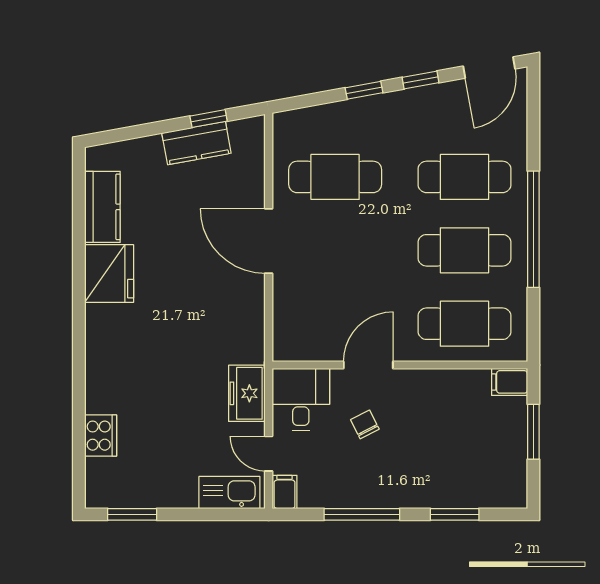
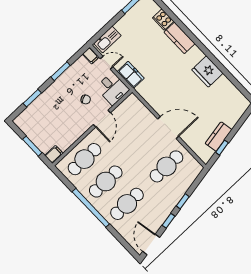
kitchen counter: (102, 207) -> (180, 38), moved
window: (362, 514) -> (61, 71), width x0.69

